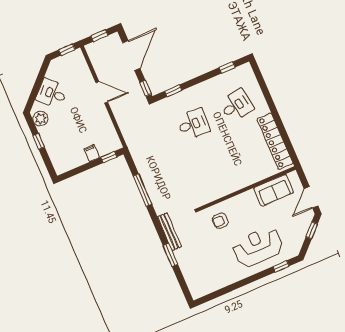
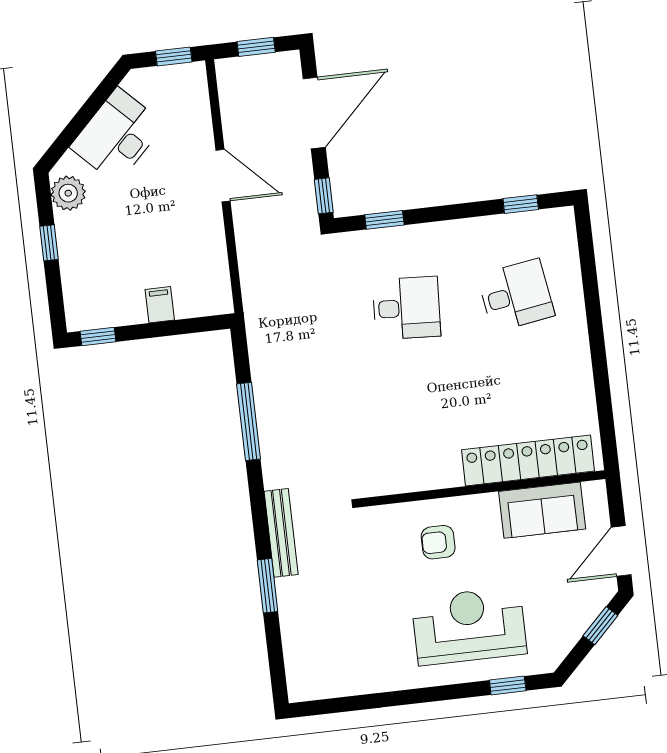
desk: (52, 93) -> (117, 136), width x1.37
locker: (275, 141) -> (528, 460), moved, turned 90
window: (109, 157) -> (98, 336), moved
armchair: (220, 221) -> (438, 542), moved

